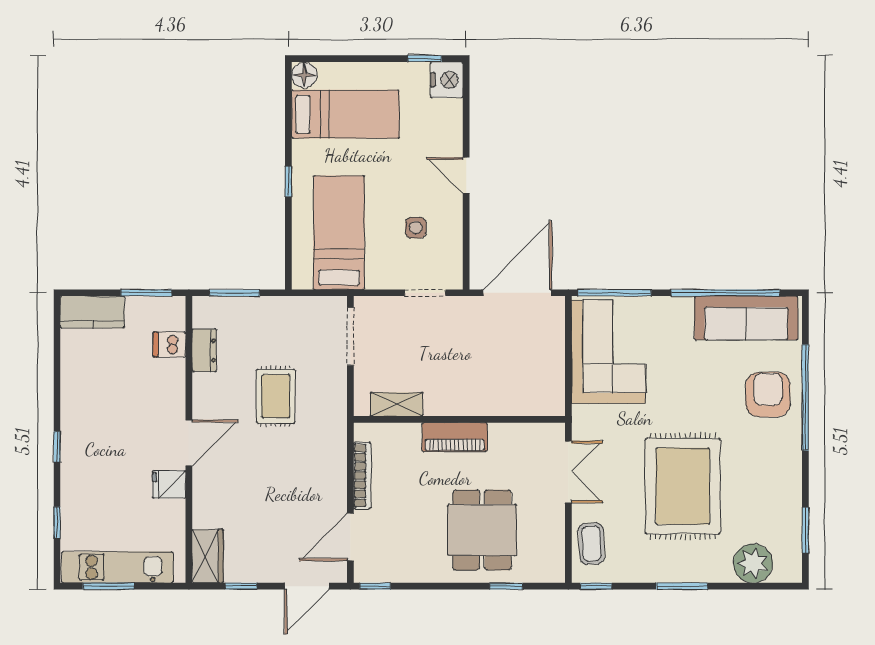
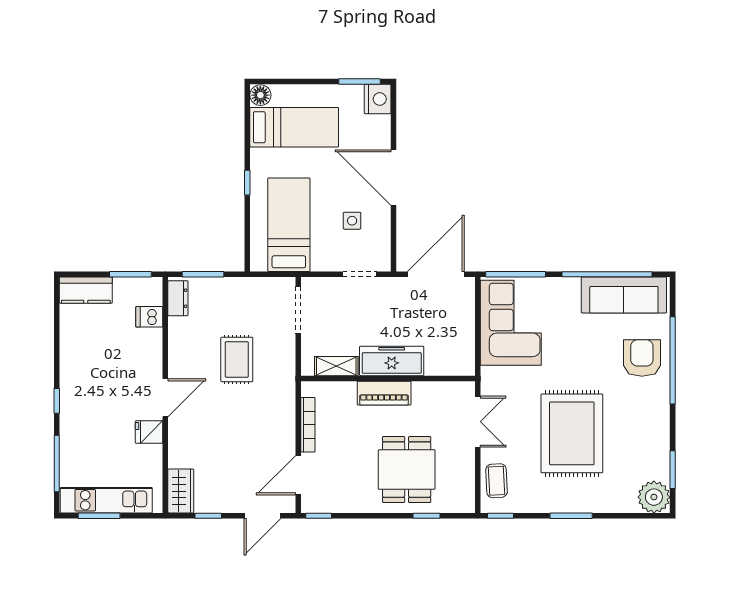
window: (425, 59) -> (359, 82), width x1.50
door: (466, 175) -> (394, 178), width x1.88
dresser: (204, 350) -> (178, 298), moved
freezer: (464, 398) -> (392, 361), added
window: (57, 523) -> (57, 463), width x2.17
plant: (753, 563) -> (654, 497), moved

